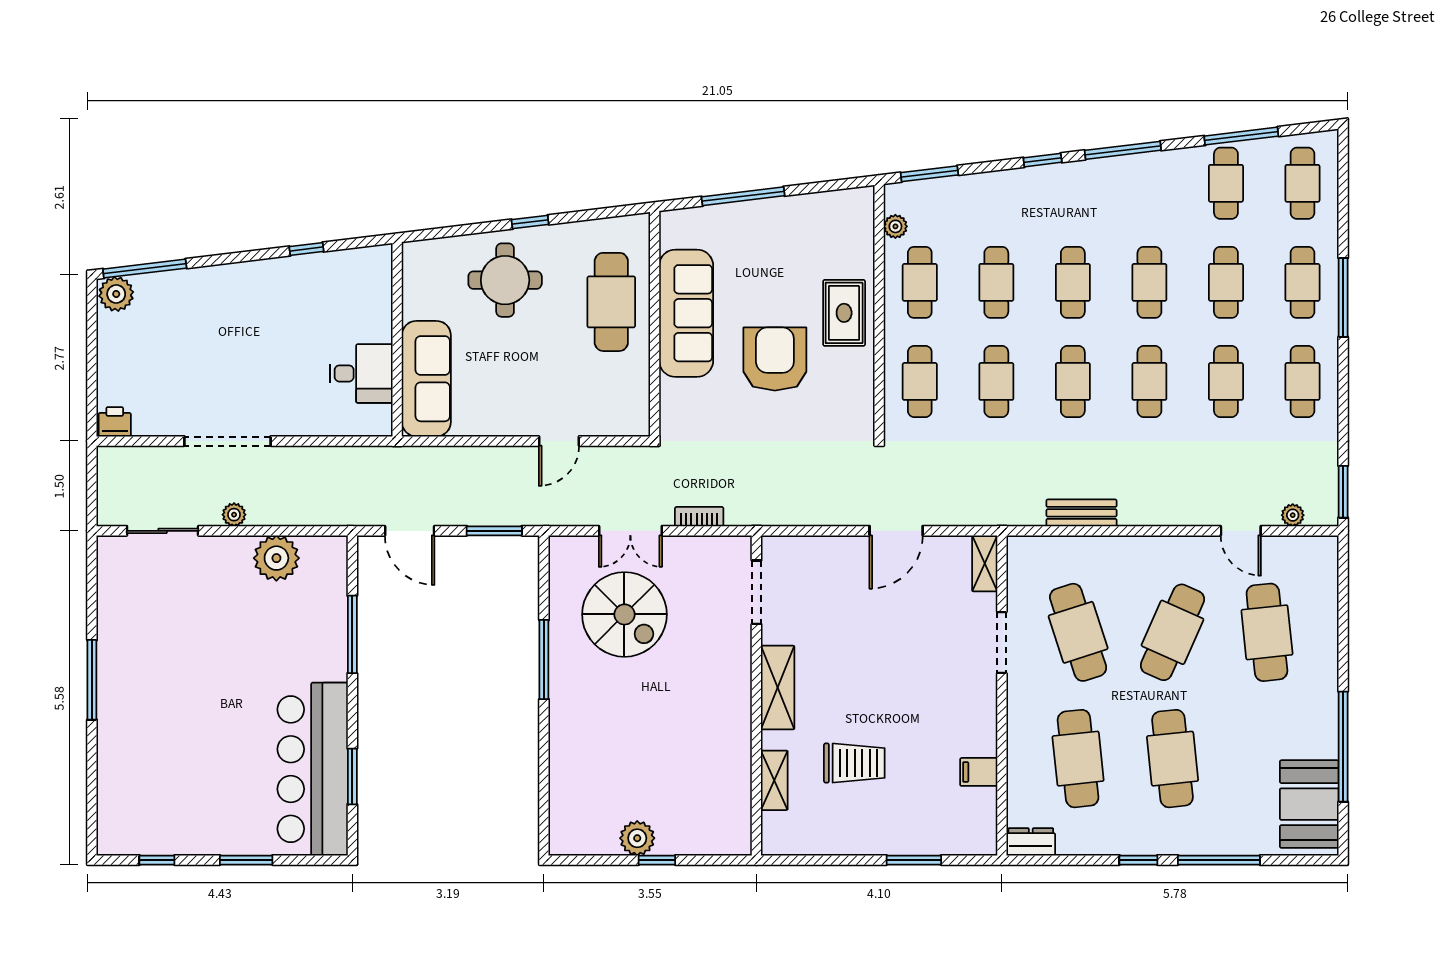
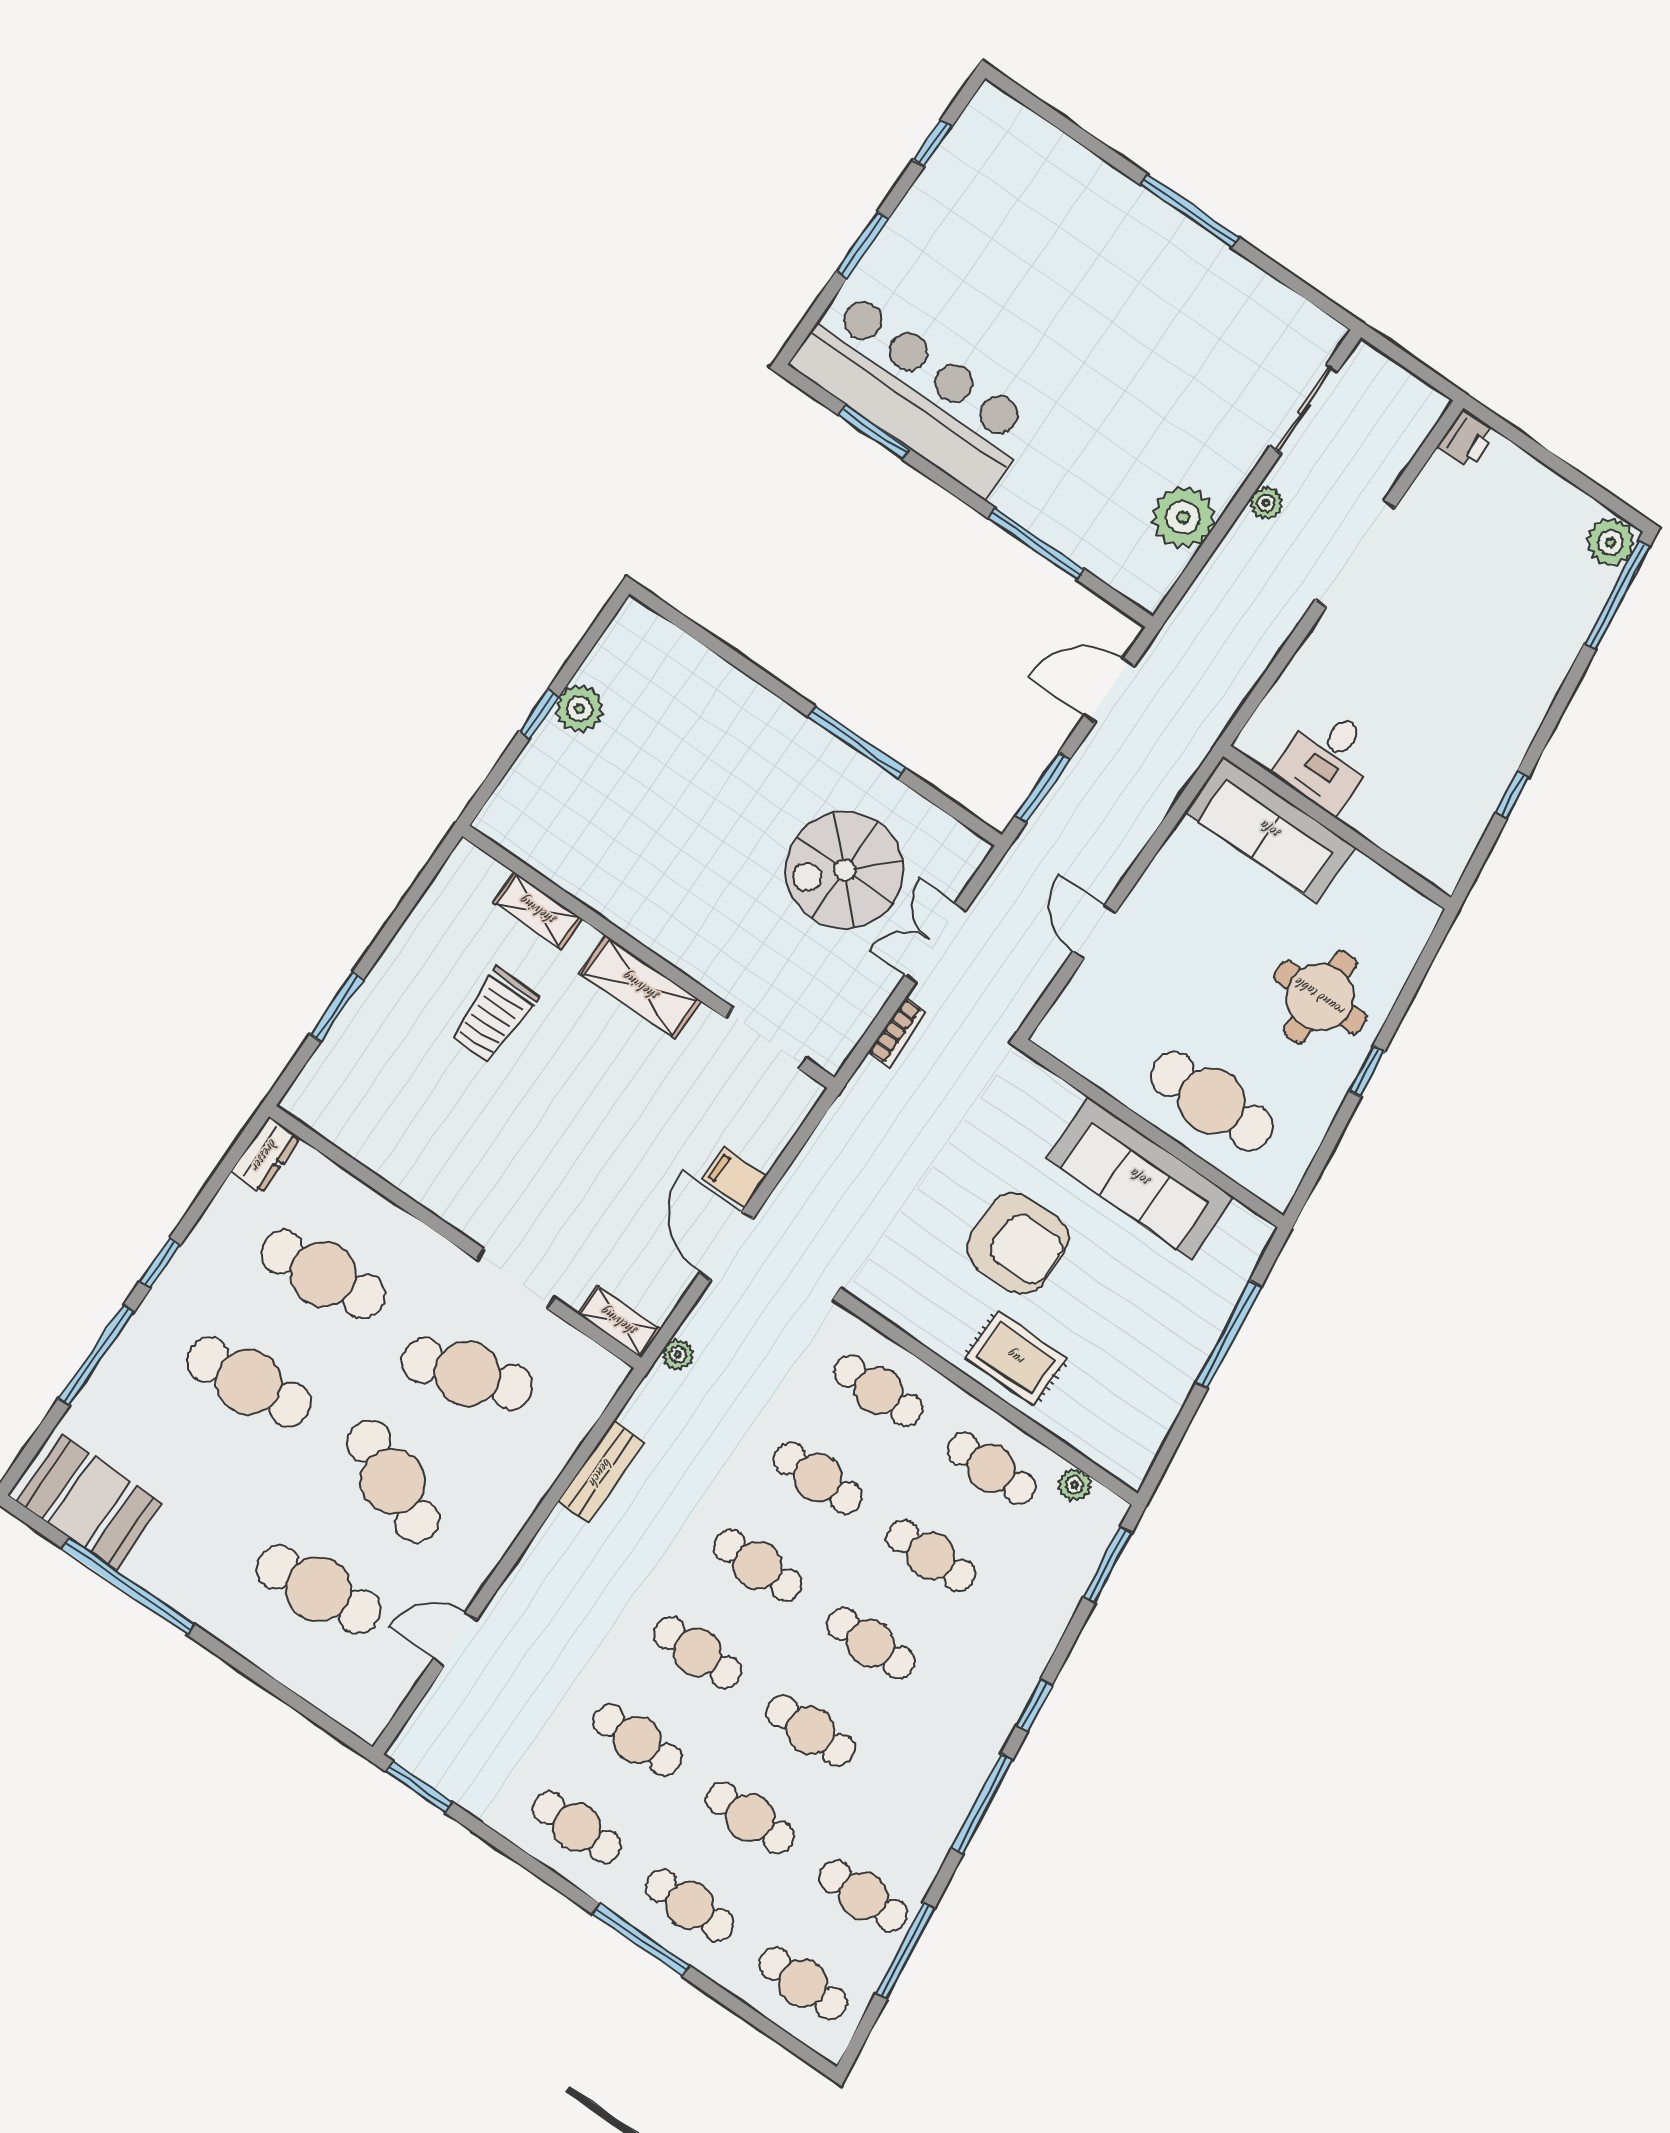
plant: (1293, 515) -> (678, 1354), moved
filing cabinet: (979, 772) -> (734, 1178), moved, turned -90

